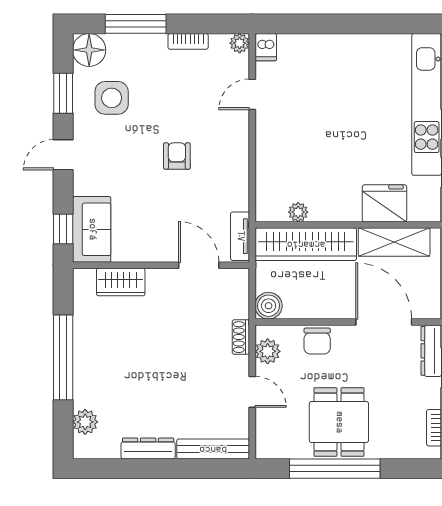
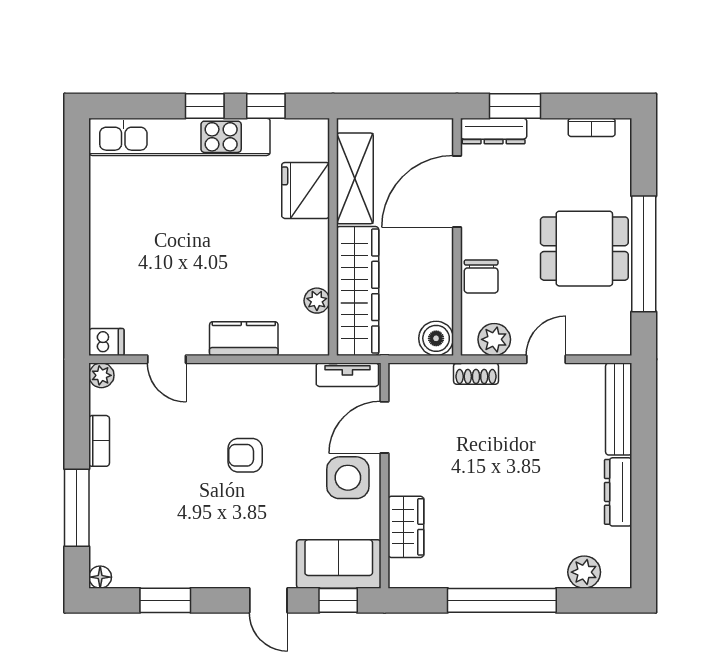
floor lamp: (89, 50) -> (100, 577), width x0.53, depth x0.53
side table: (112, 98) -> (348, 478), moved
door: (63, 155) -> (268, 600), moved
kitchen counter: (268, 155) -> (244, 339), added
chair: (317, 341) -> (481, 276), turned 90

